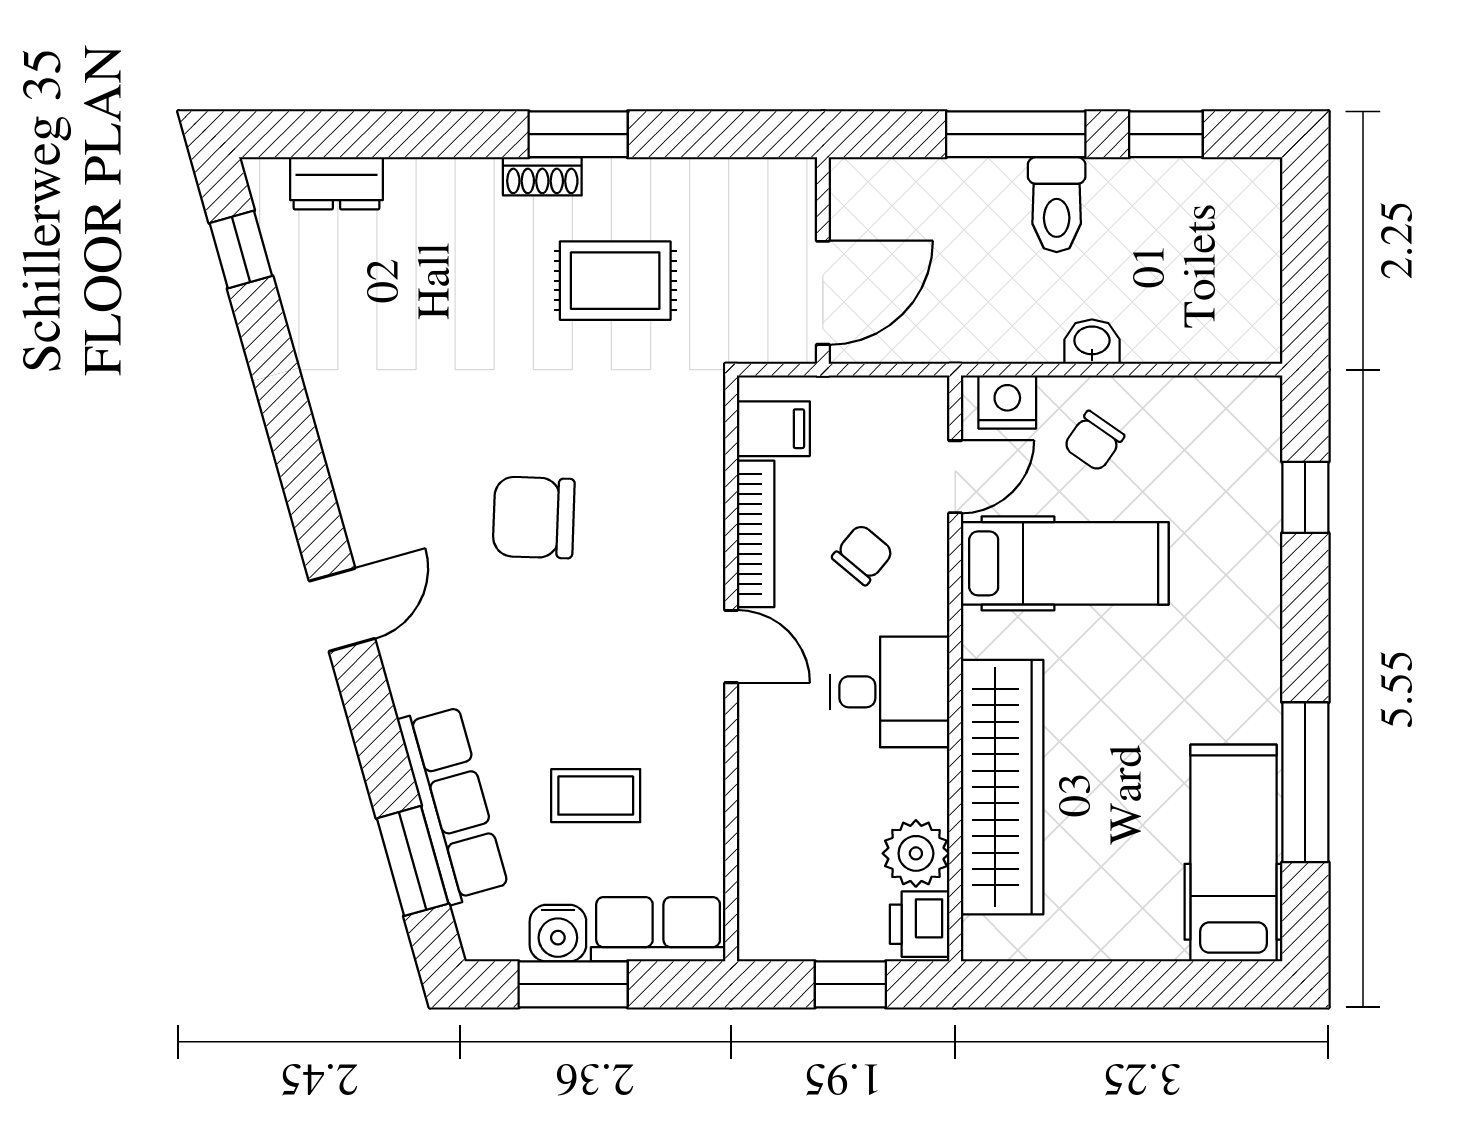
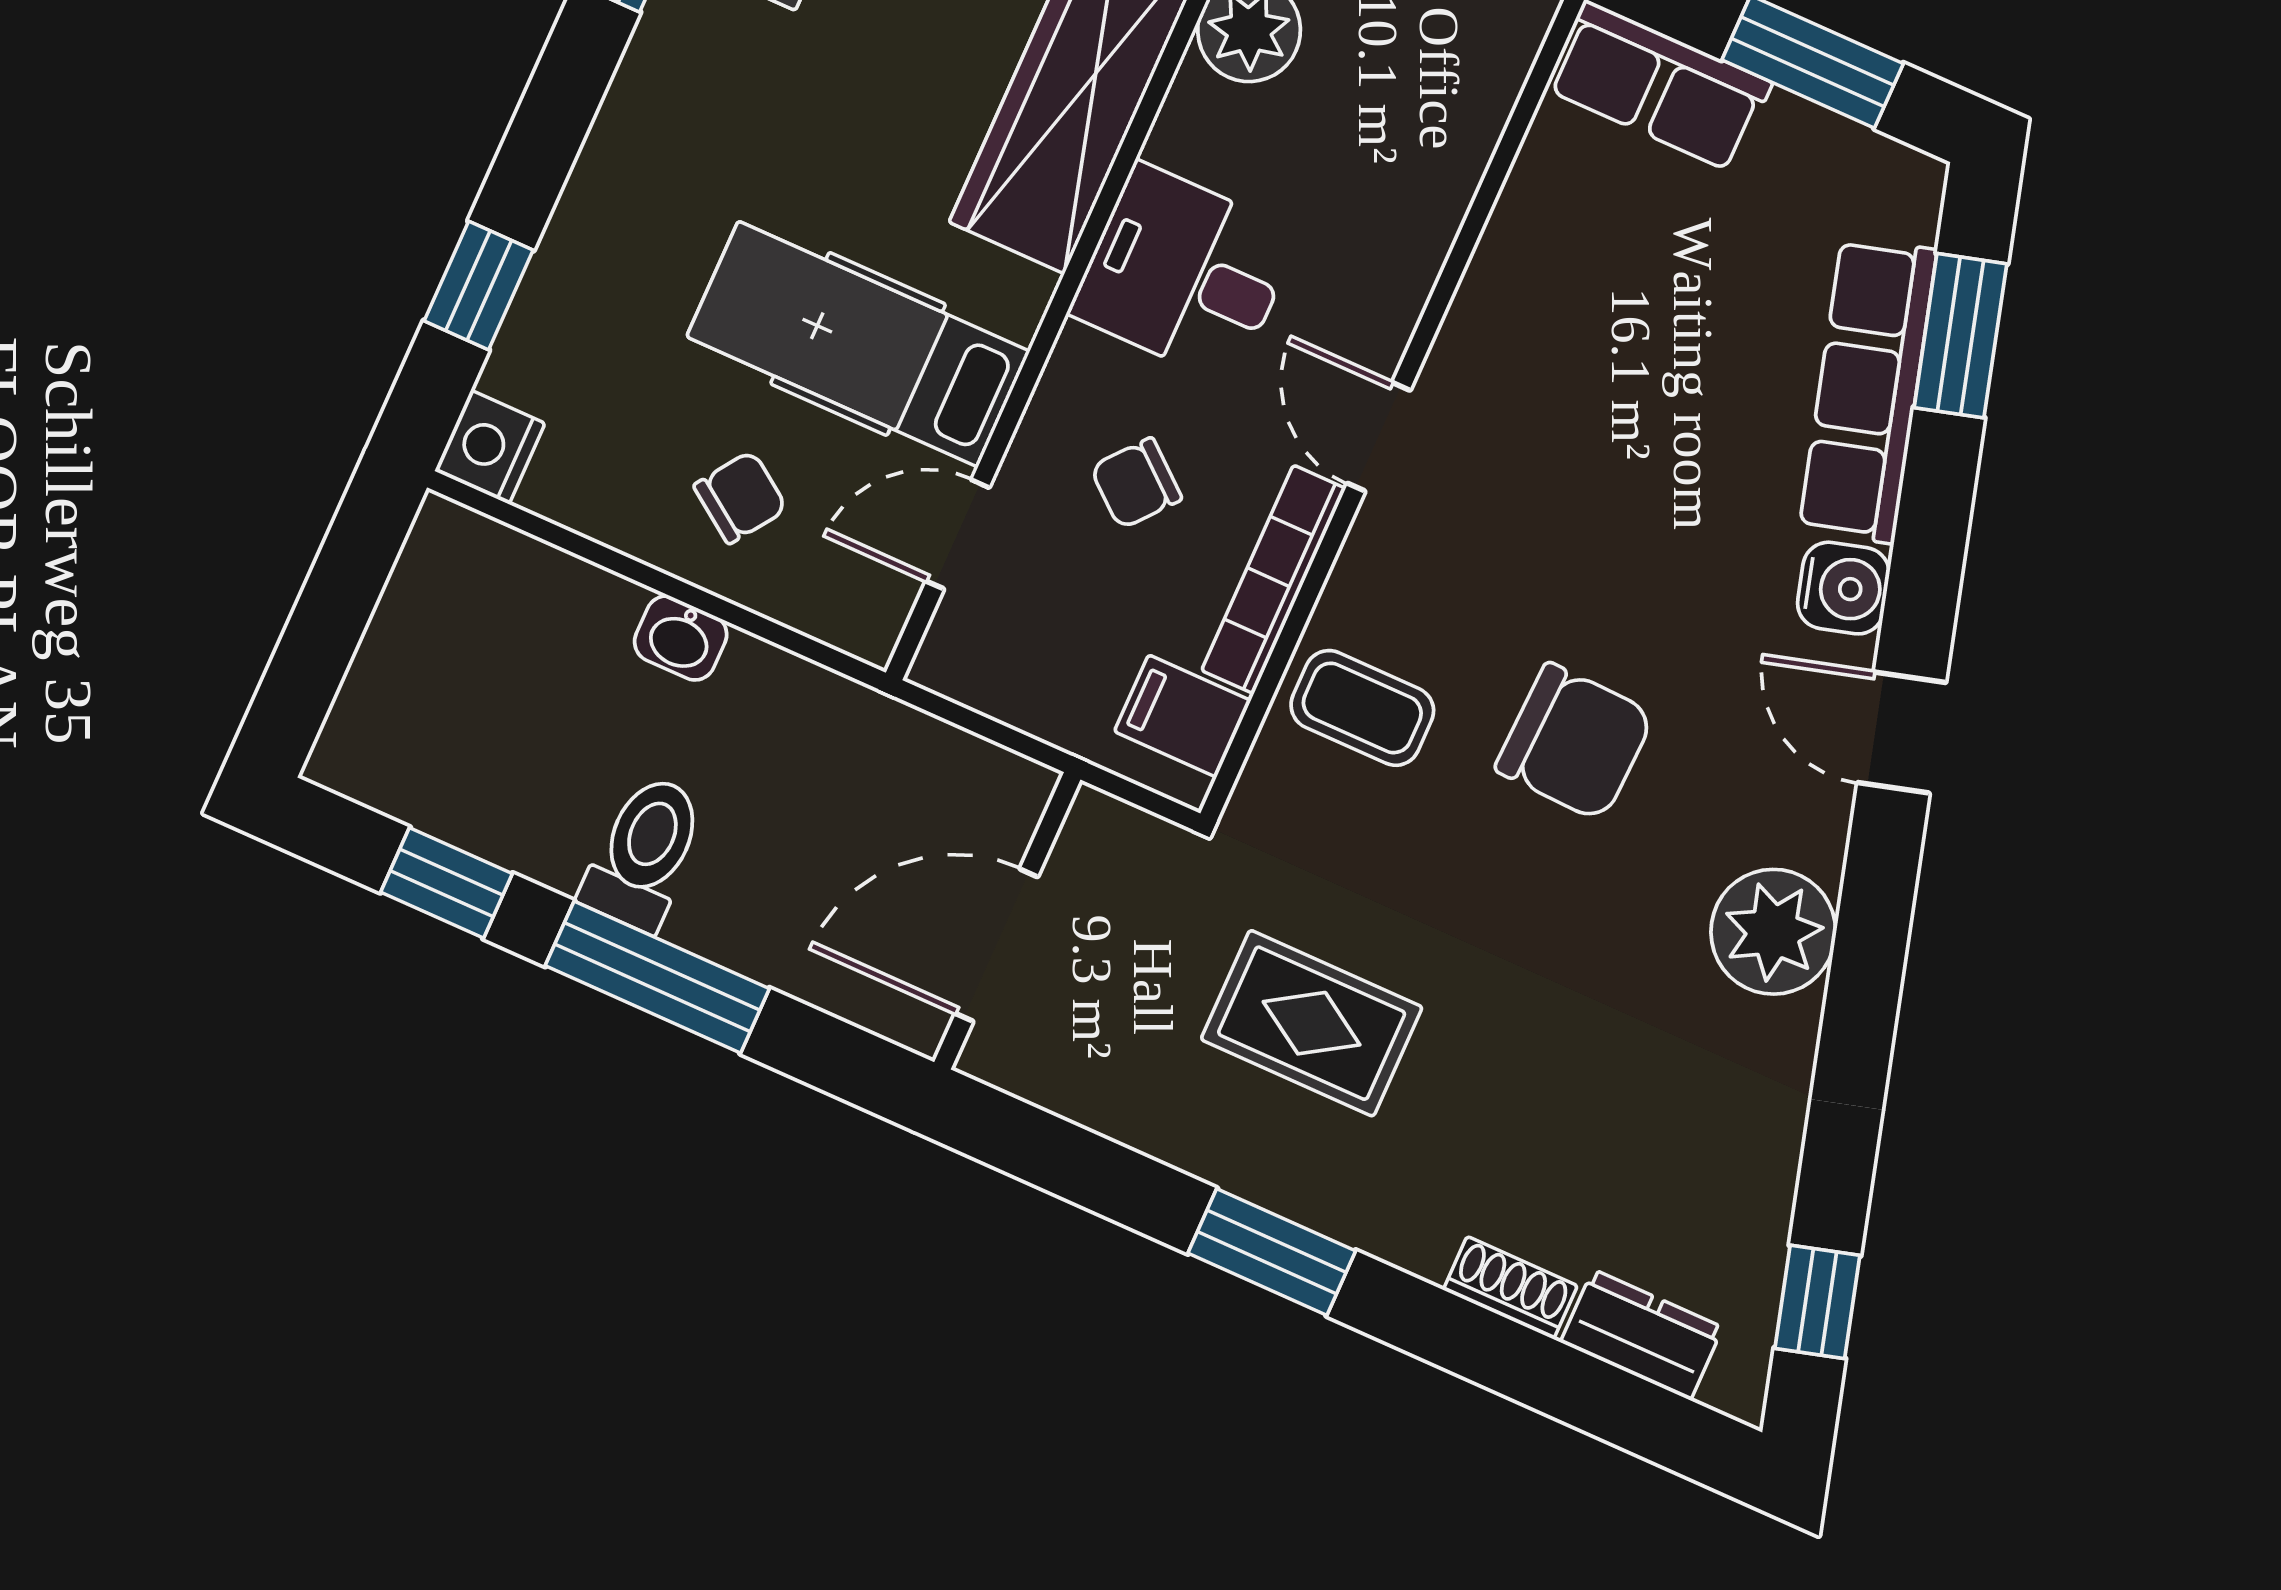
shoe rack: (542, 176) -> (1510, 1288), moved
door: (823, 293) -> (996, 945), moved
nightstand: (1007, 402) -> (490, 447), moved, turned 90
plant: (365, 458) -> (1773, 932), added
door: (342, 610) -> (1902, 733), hinge flipped
coffee table: (596, 796) -> (1362, 708), moved
water cooler: (558, 933) -> (1843, 588), moved, turned 74

